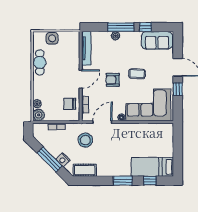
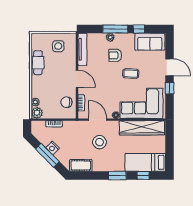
side table: (52, 38) -> (58, 46), moved
door: (81, 79) -> (77, 79), hinge flipped
armchair: (113, 80) -> (115, 55), moved
door: (102, 122) -> (98, 120), hinge flipped
wardrobe: (149, 131) -> (142, 128), added
stool: (85, 140) -> (100, 142), moved
nightstand: (63, 160) -> (52, 148), moved

